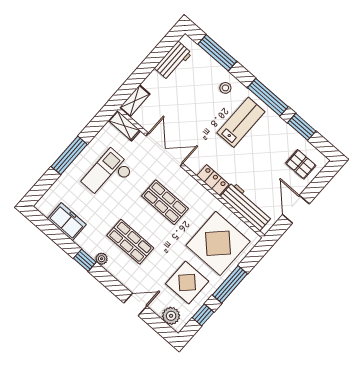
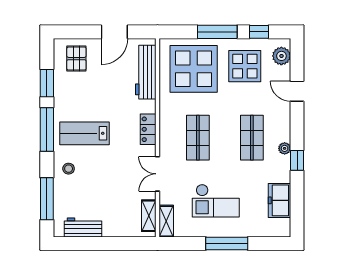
shelving: (135, 101) -> (149, 216), moved, turned 90
double door: (164, 150) -> (158, 174), width x0.73
locker: (213, 180) -> (148, 129), moved

